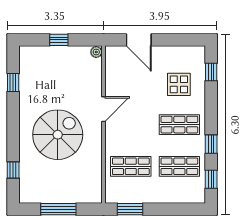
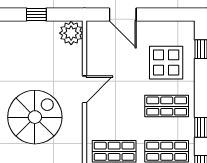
plant: (96, 52) -> (71, 33), width x1.87, depth x1.87
display table: (179, 84) -> (166, 63), width x1.36, depth x1.36

